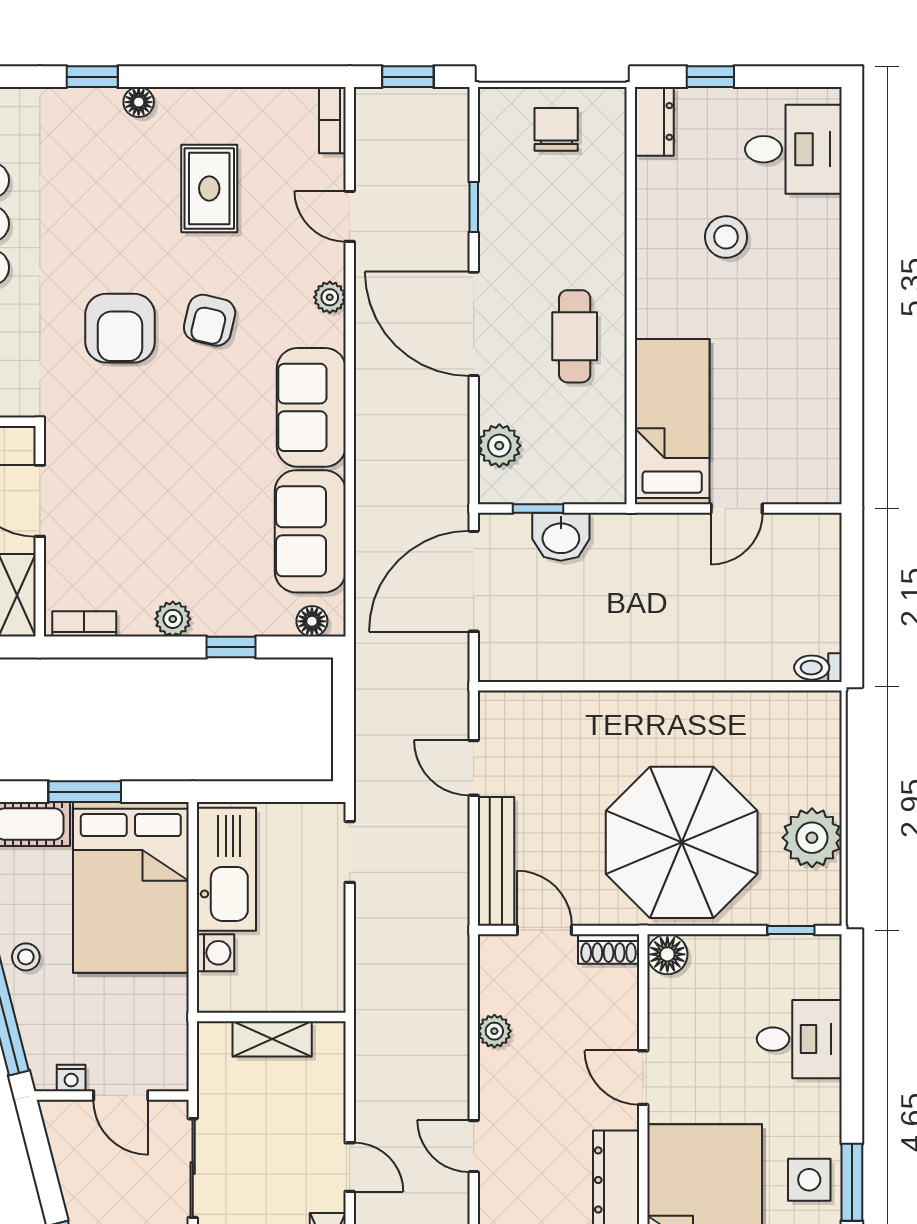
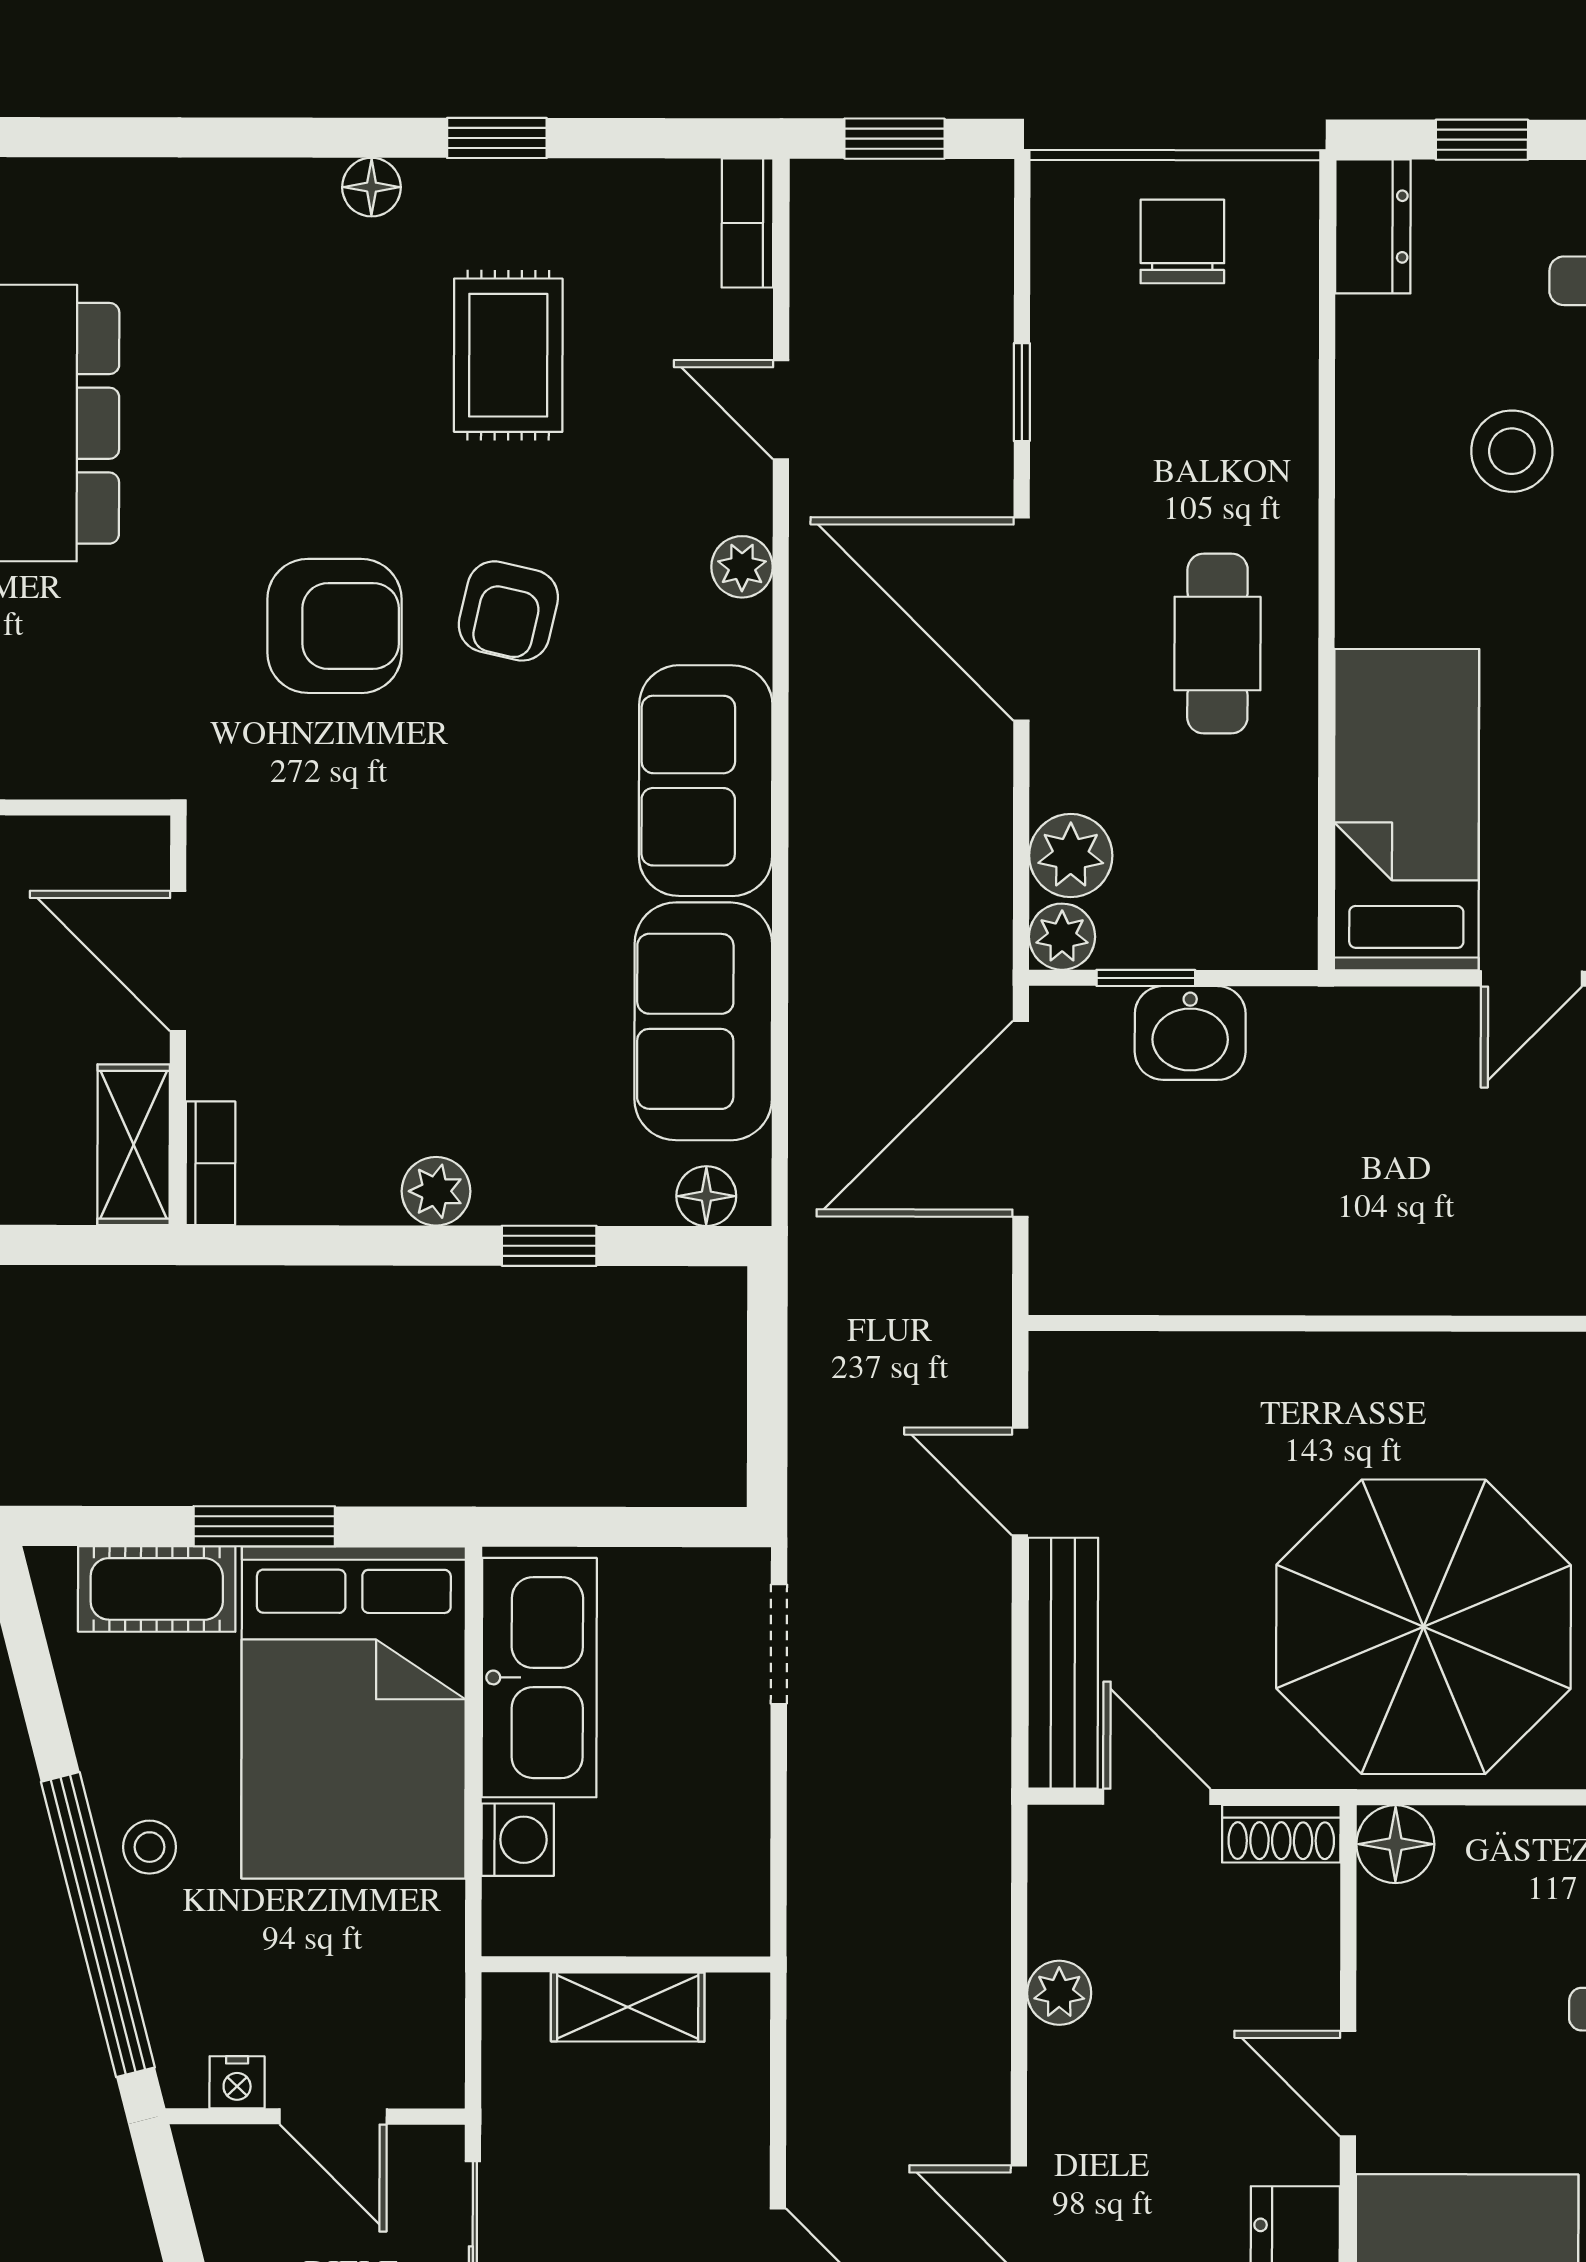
window: (92, 77) -> (497, 138), moved
armchair: (120, 328) -> (334, 626), turned -90
plant: (495, 487) -> (1062, 937), added
bookcase: (84, 624) -> (210, 1163), moved, turned 90

